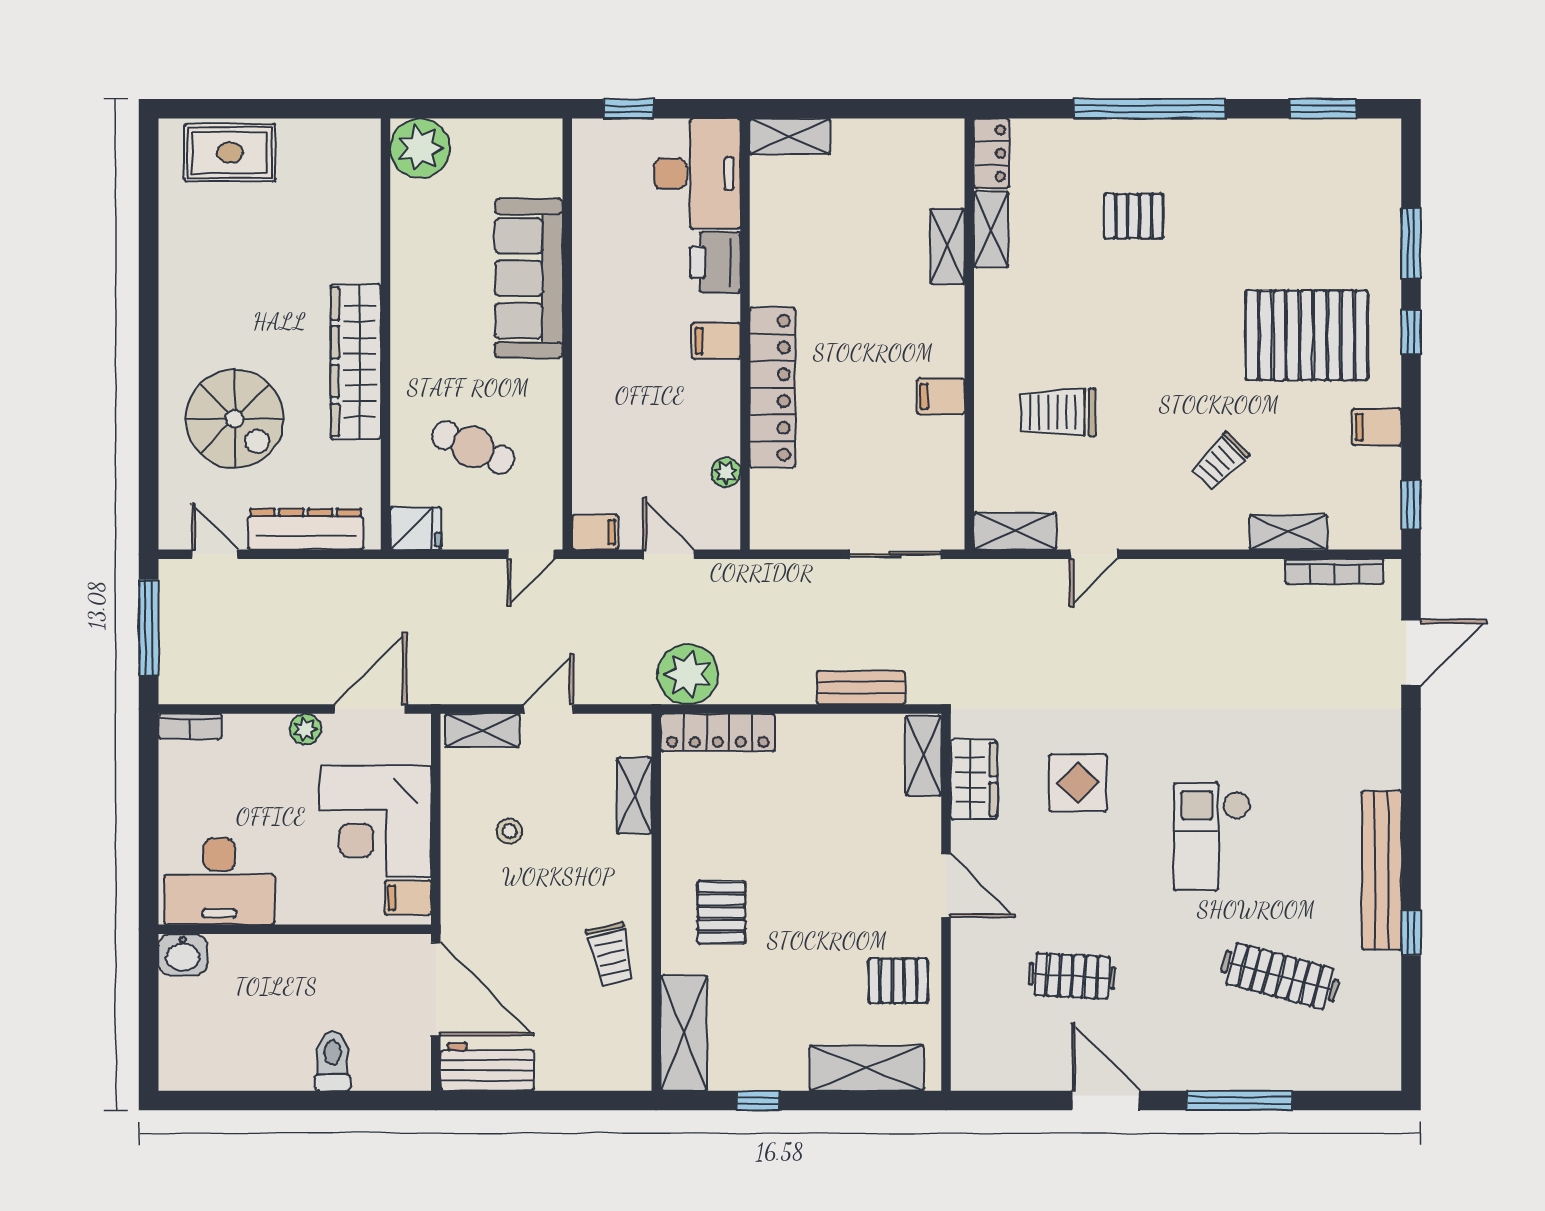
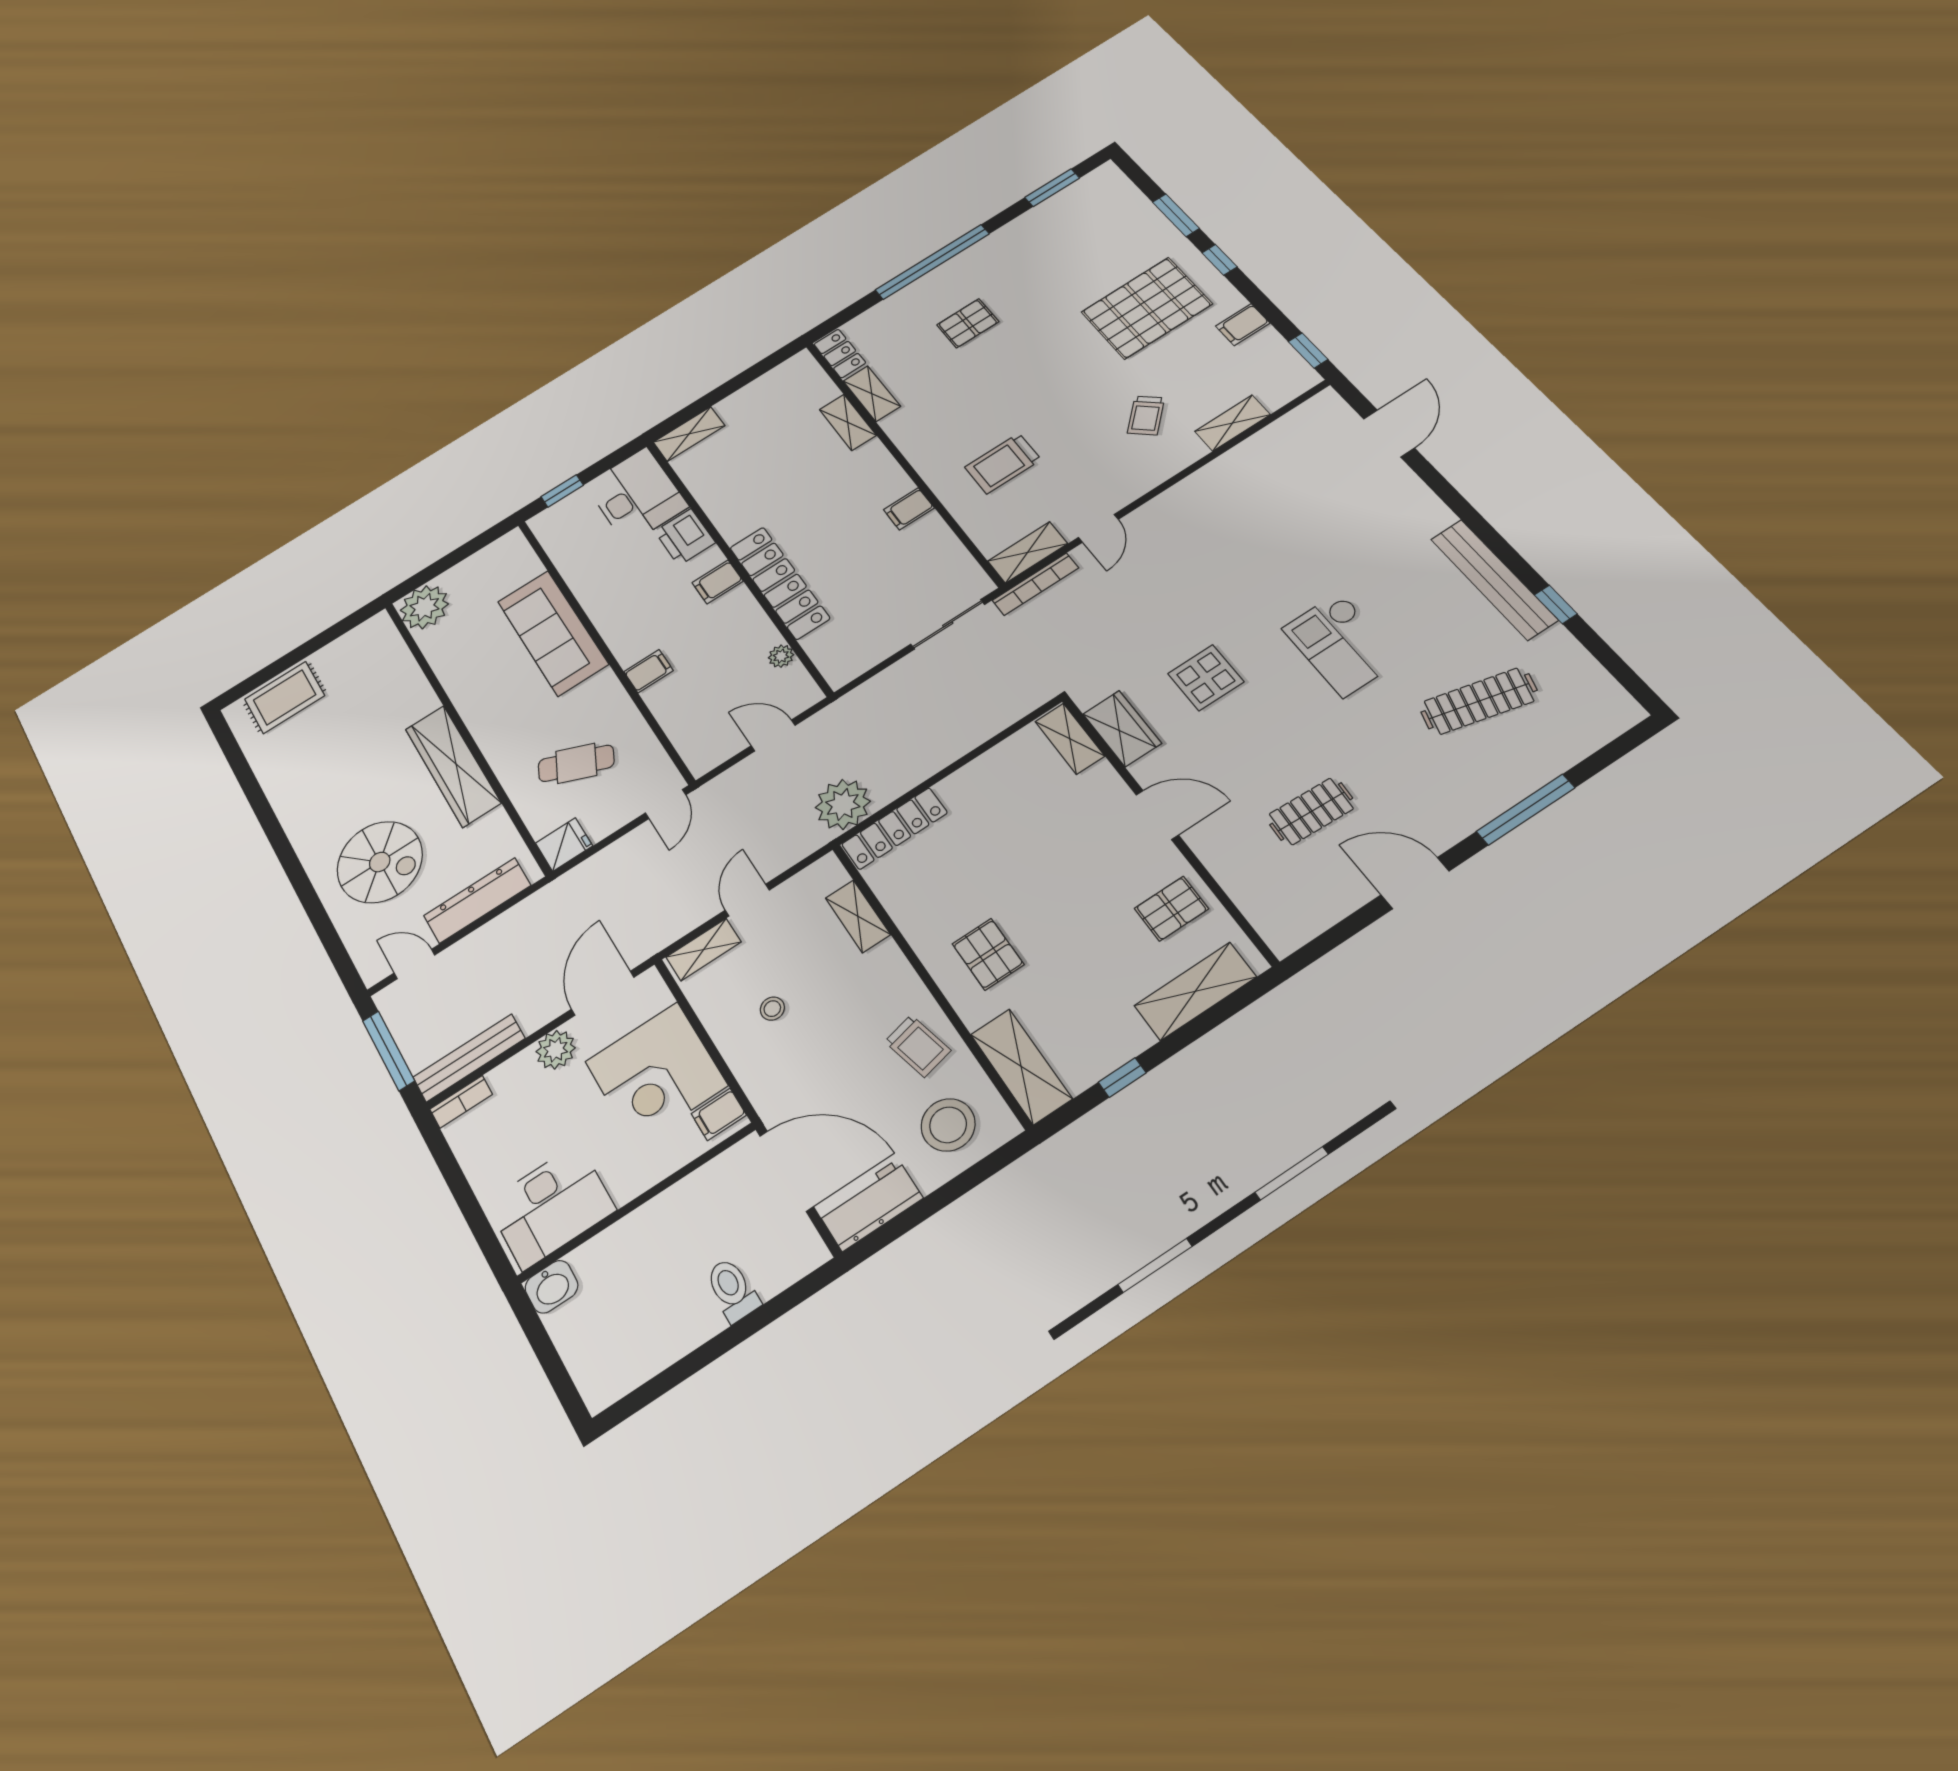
filing cabinet: (595, 532) -> (649, 671), moved
bookcase: (1334, 572) -> (1035, 584), moved
bench: (861, 688) -> (469, 1058), moved, width x1.36
plant: (305, 729) -> (556, 1050), width x1.38, depth x1.38
stool: (593, 1042) -> (948, 1125), added

